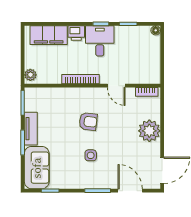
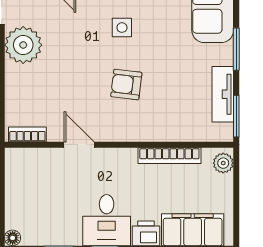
bookcase: (81, 79) -> (169, 156), moved
tv unit: (31, 129) -> (223, 94), moved
plant: (149, 131) -> (23, 45), moved

